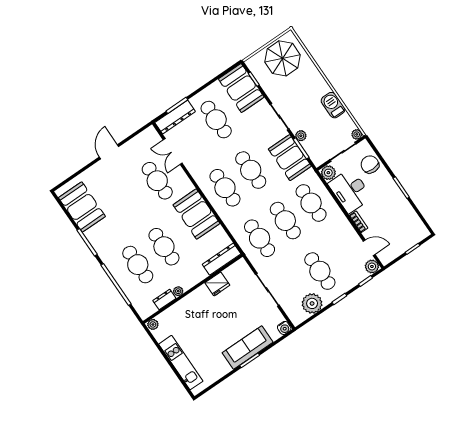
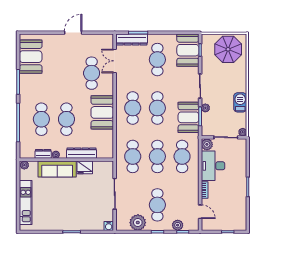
chair: (370, 164) -> (238, 158), removed
dresser: (222, 259) -> (81, 153), moved
plant: (372, 266) -> (178, 225), moved
sofa: (248, 347) -> (57, 169), moved, turned 180

